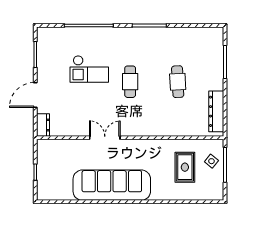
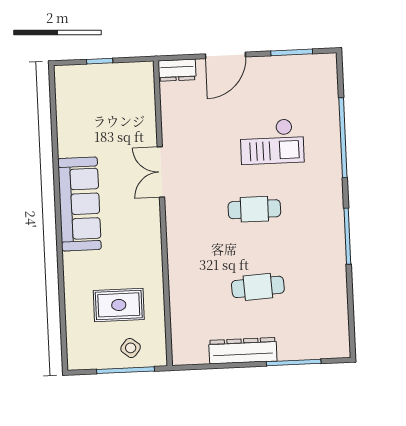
checkout: (89, 69) -> (272, 142), turned -90
door: (35, 95) -> (225, 55), swing flipped
dresser: (216, 111) -> (243, 351), moved
double door: (105, 138) -> (161, 172), swing flipped
sofa: (112, 185) -> (79, 204), width x0.74, depth x0.79

